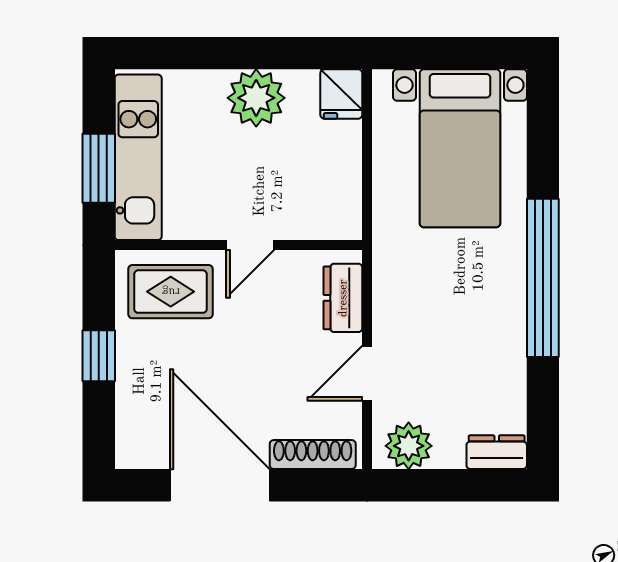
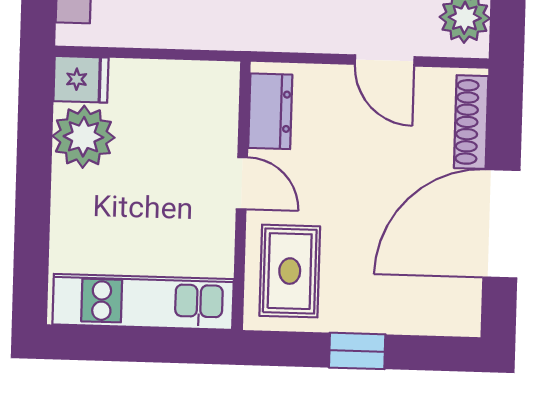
plant: (256, 98) -> (83, 137), moved
window: (99, 168) -> (154, 345), removed
dresser: (343, 298) -> (270, 111), moved, turned -90

